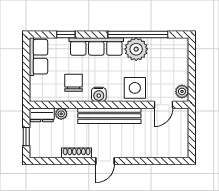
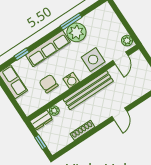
window: (138, 35) -> (71, 22), width x0.47
door: (105, 161) -> (119, 114), moved

